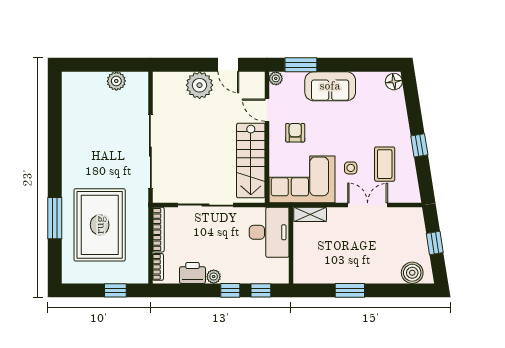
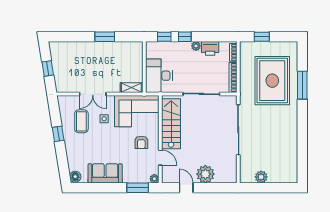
sofa: (330, 86) -> (105, 173), moved
boiler: (412, 273) -> (63, 49), removed

